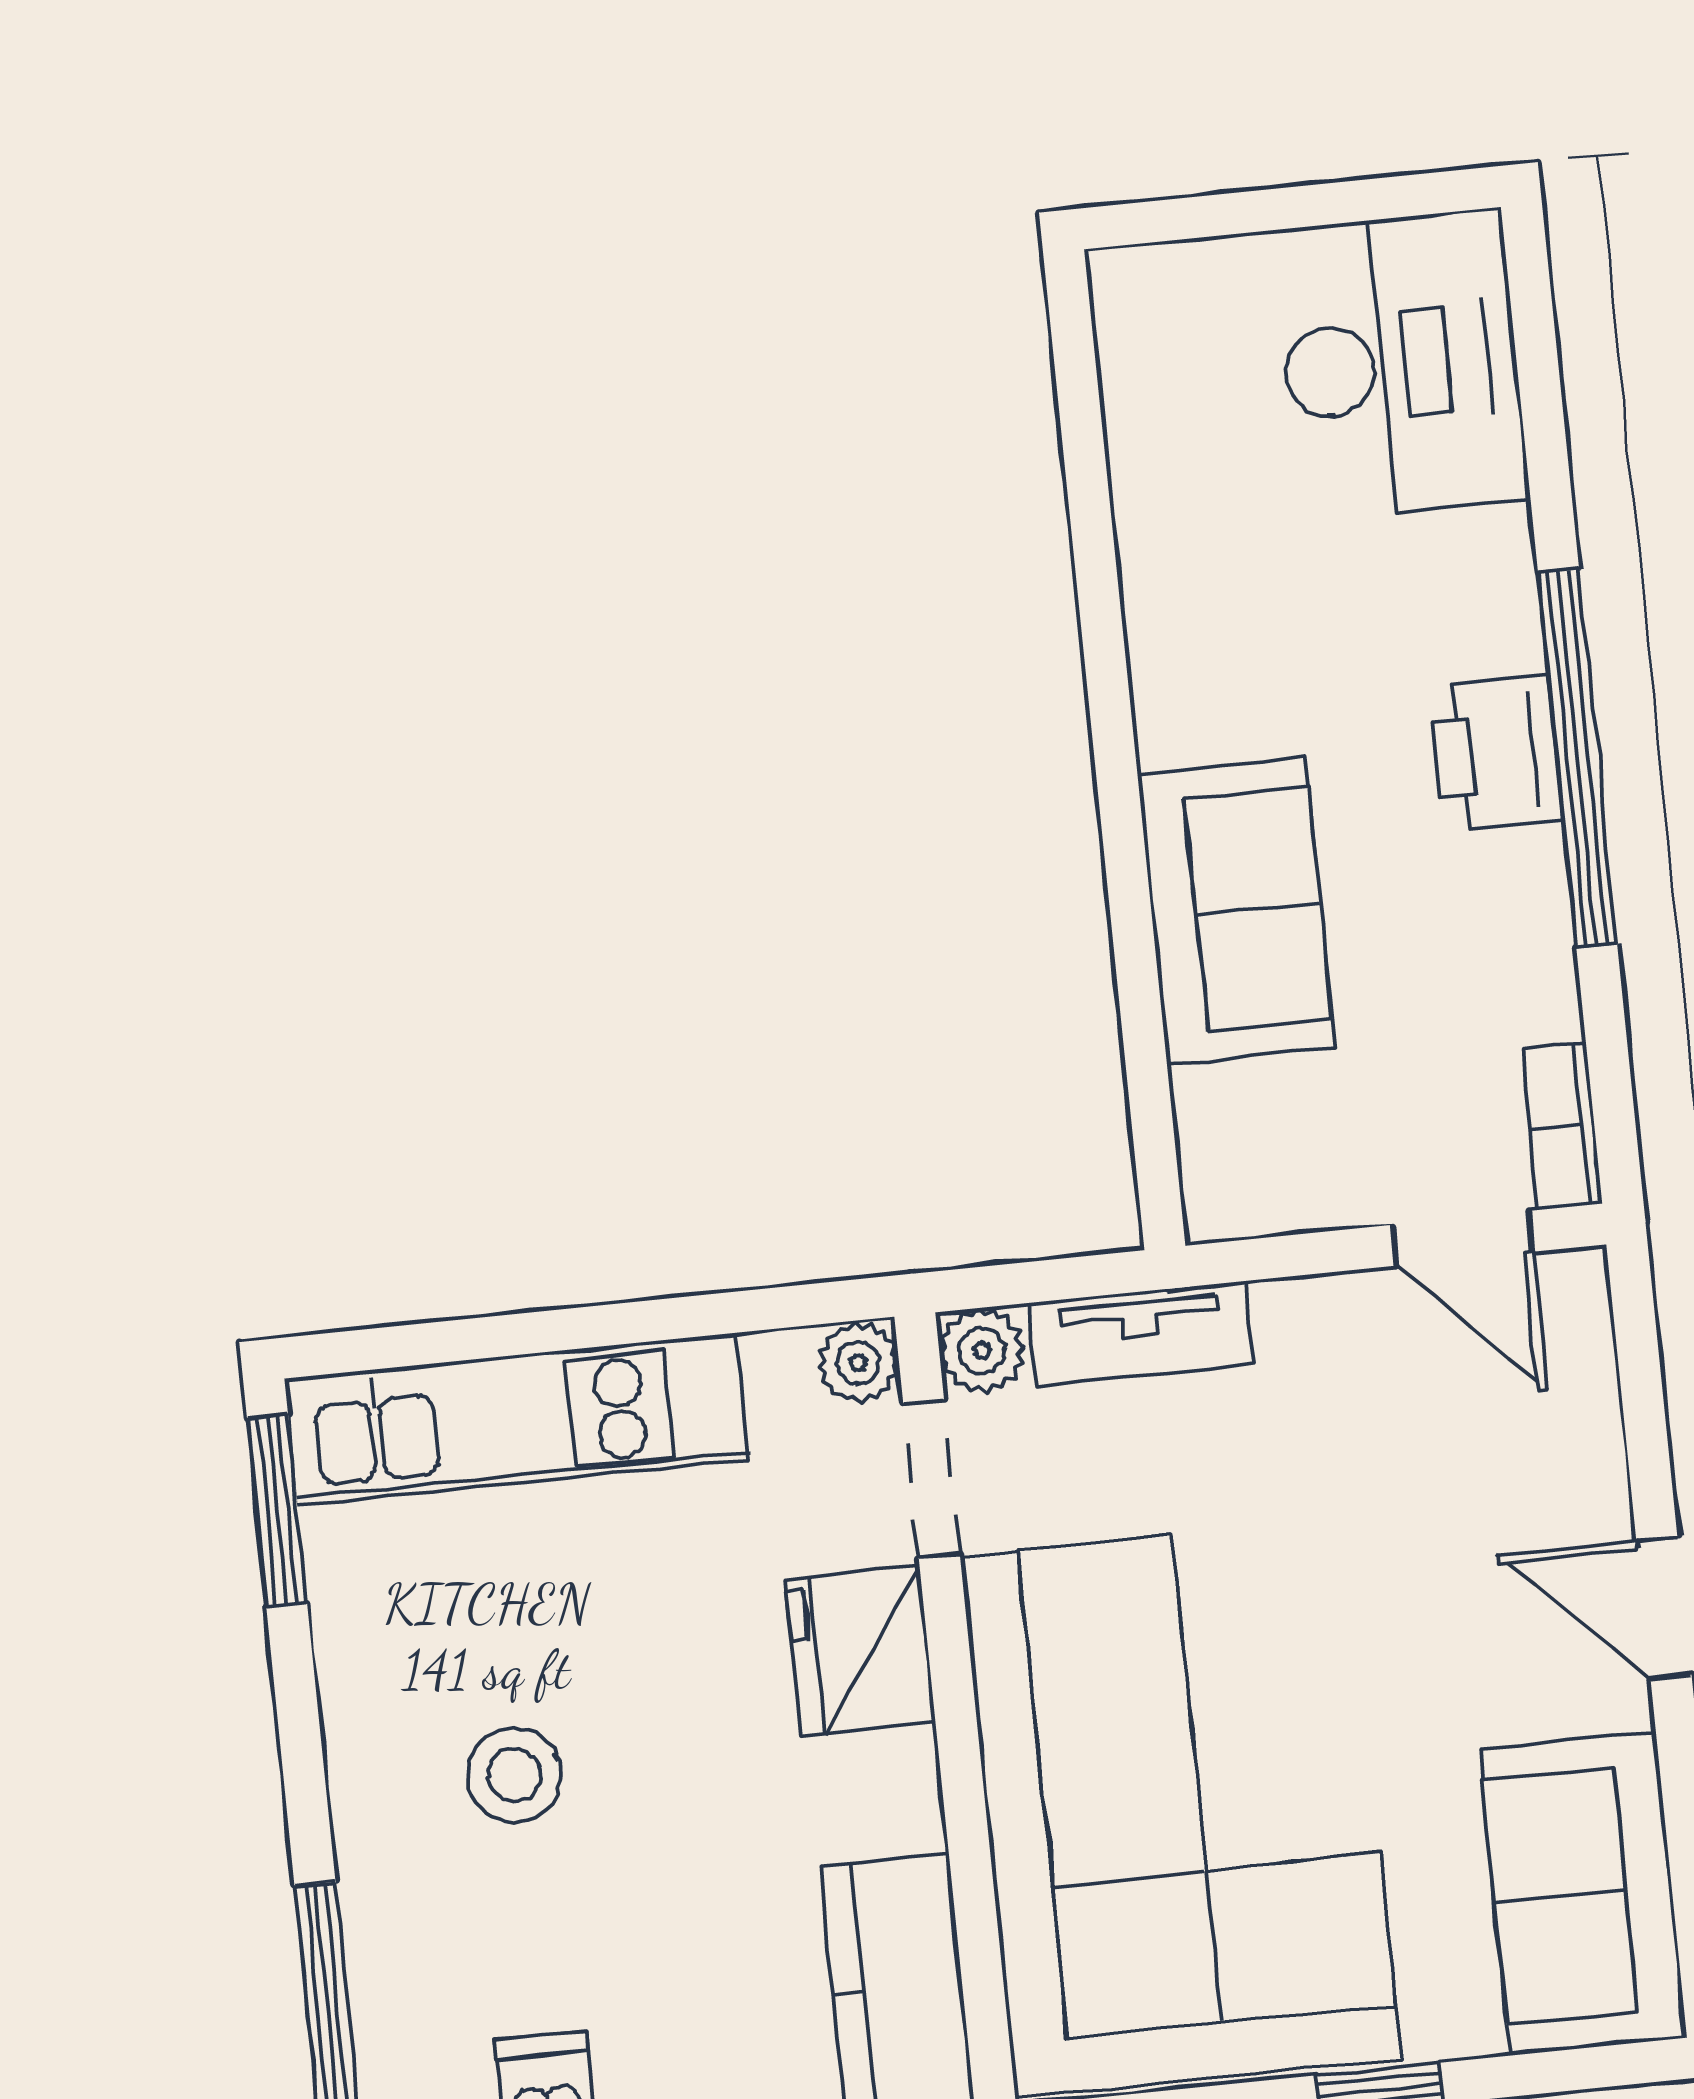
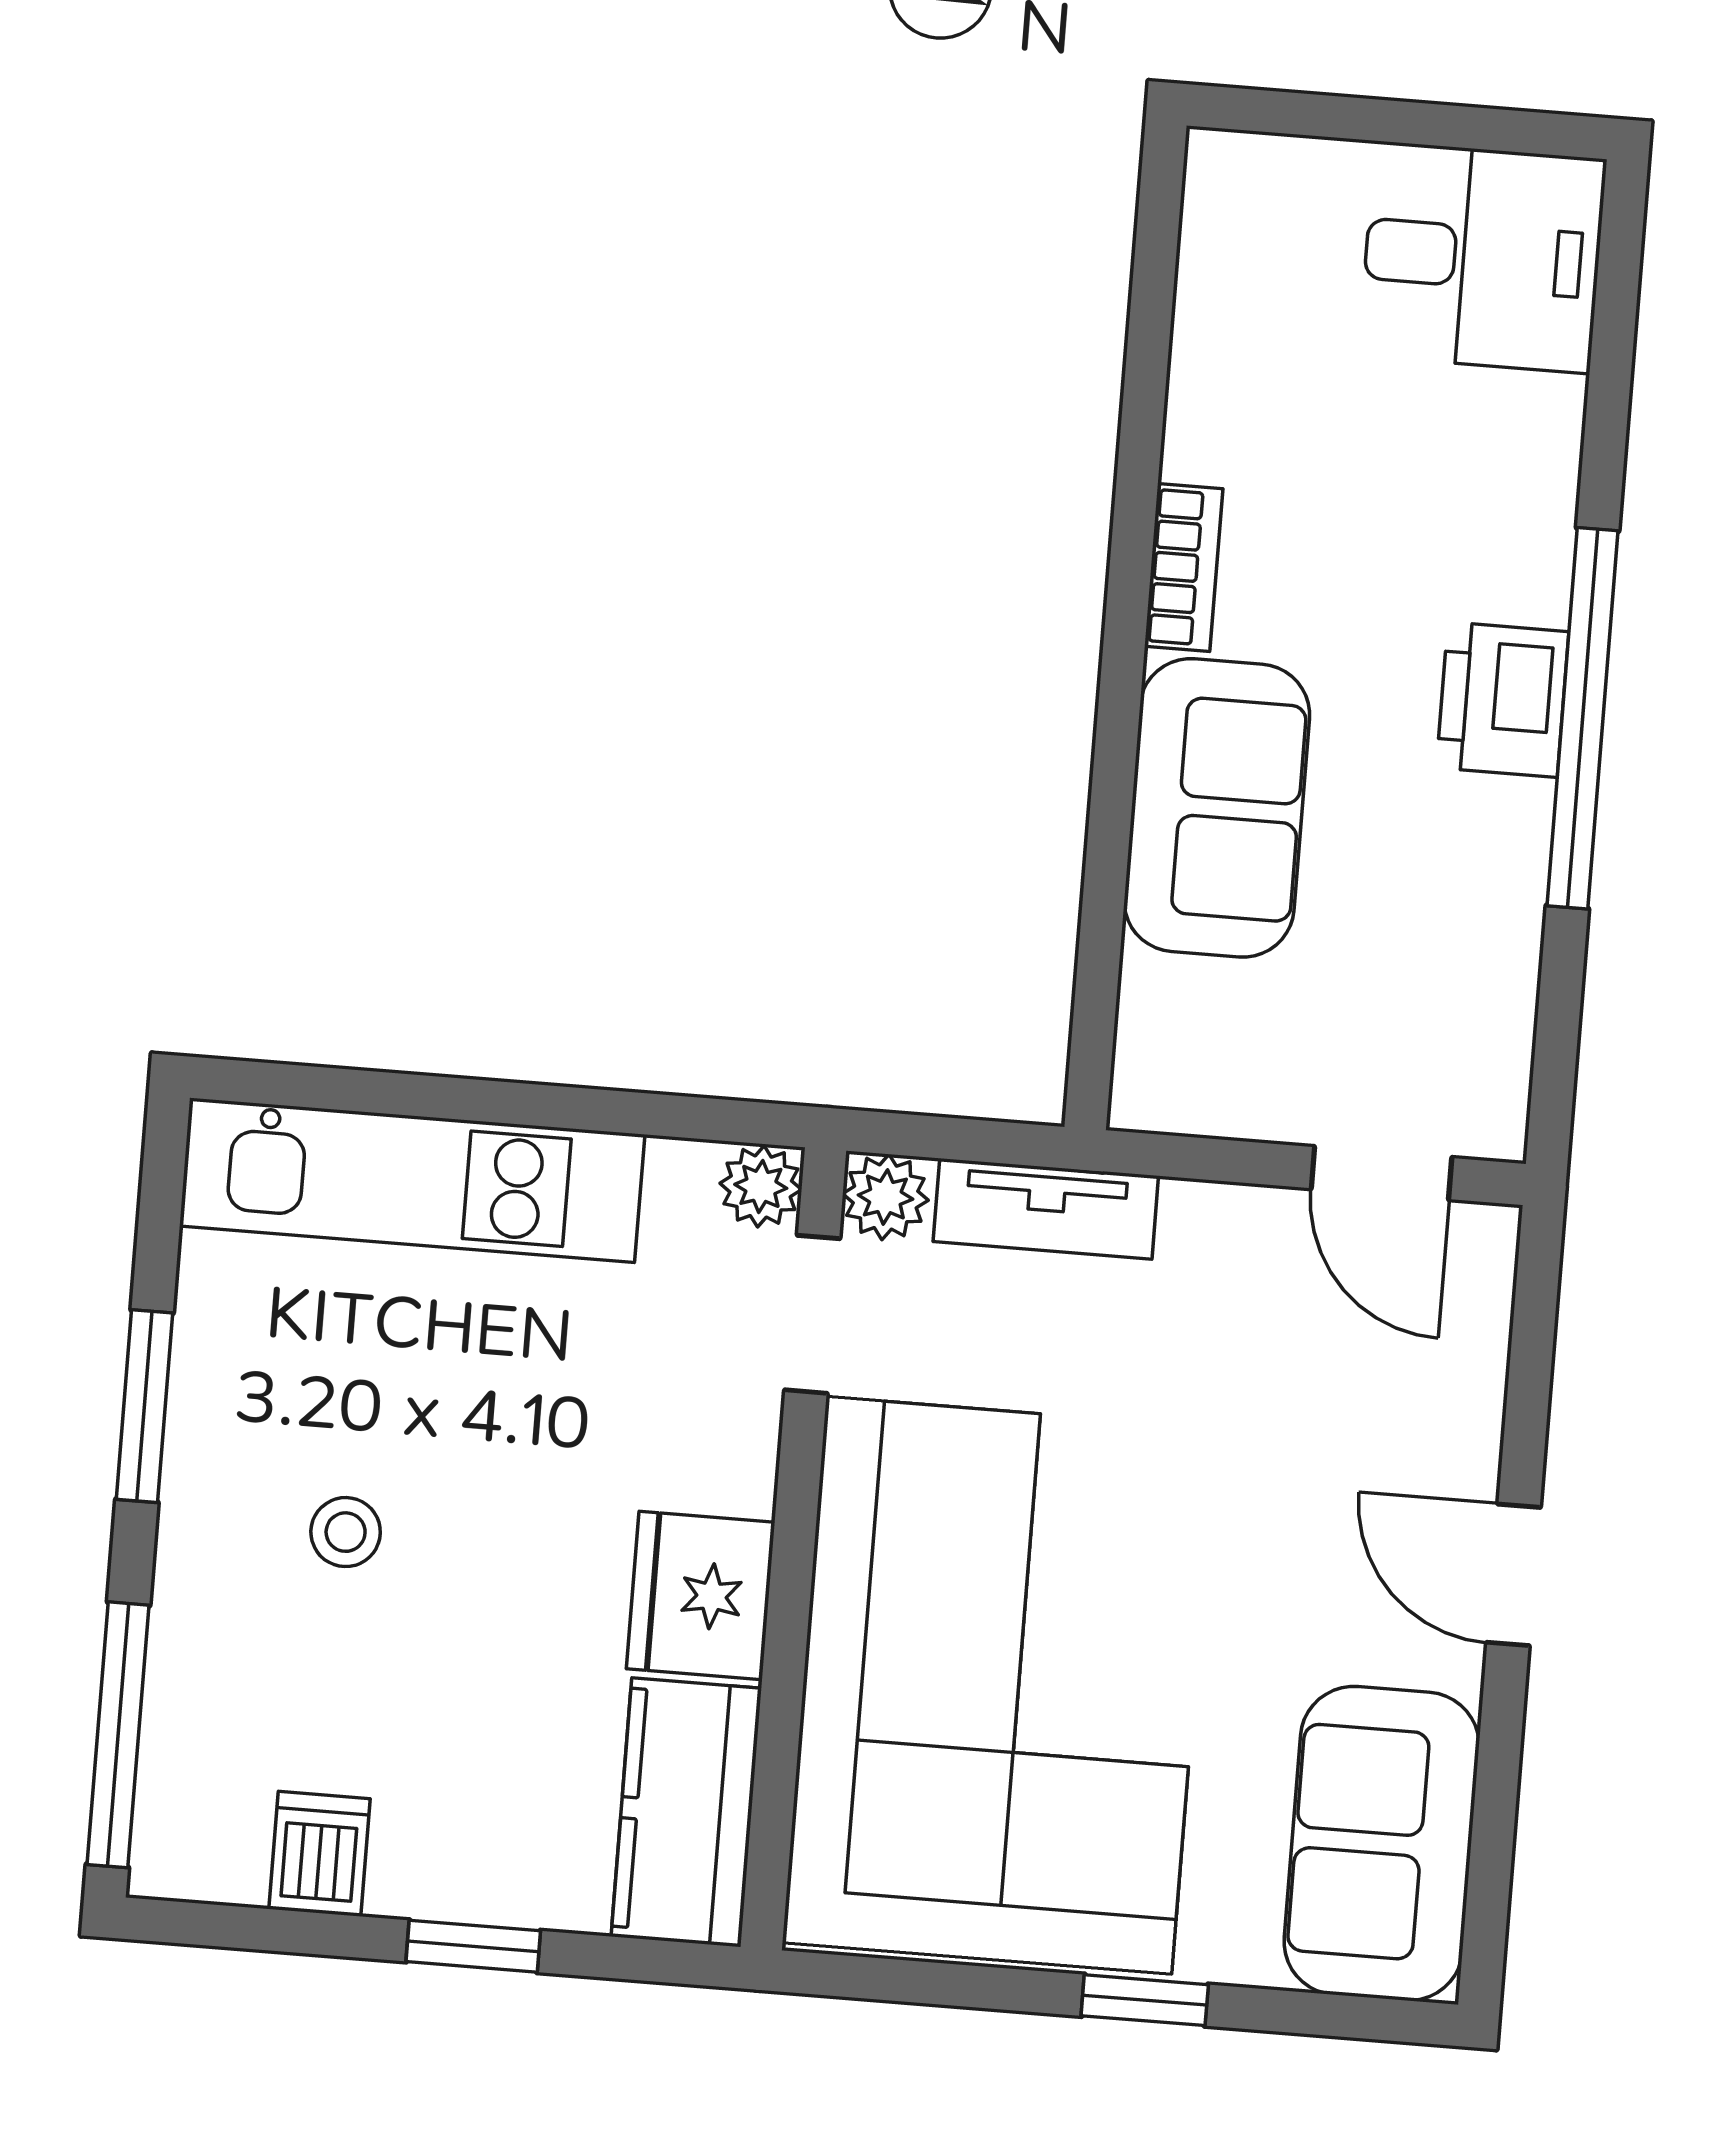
desk: (1401, 365) -> (1482, 257), width x0.73
bookcase: (1562, 1126) -> (1184, 568), moved, turned 180
window: (277, 1510) -> (144, 1406), moved
fridge: (860, 1651) -> (701, 1595), moved
stool: (514, 1775) -> (346, 1532), width x0.73, depth x0.73

